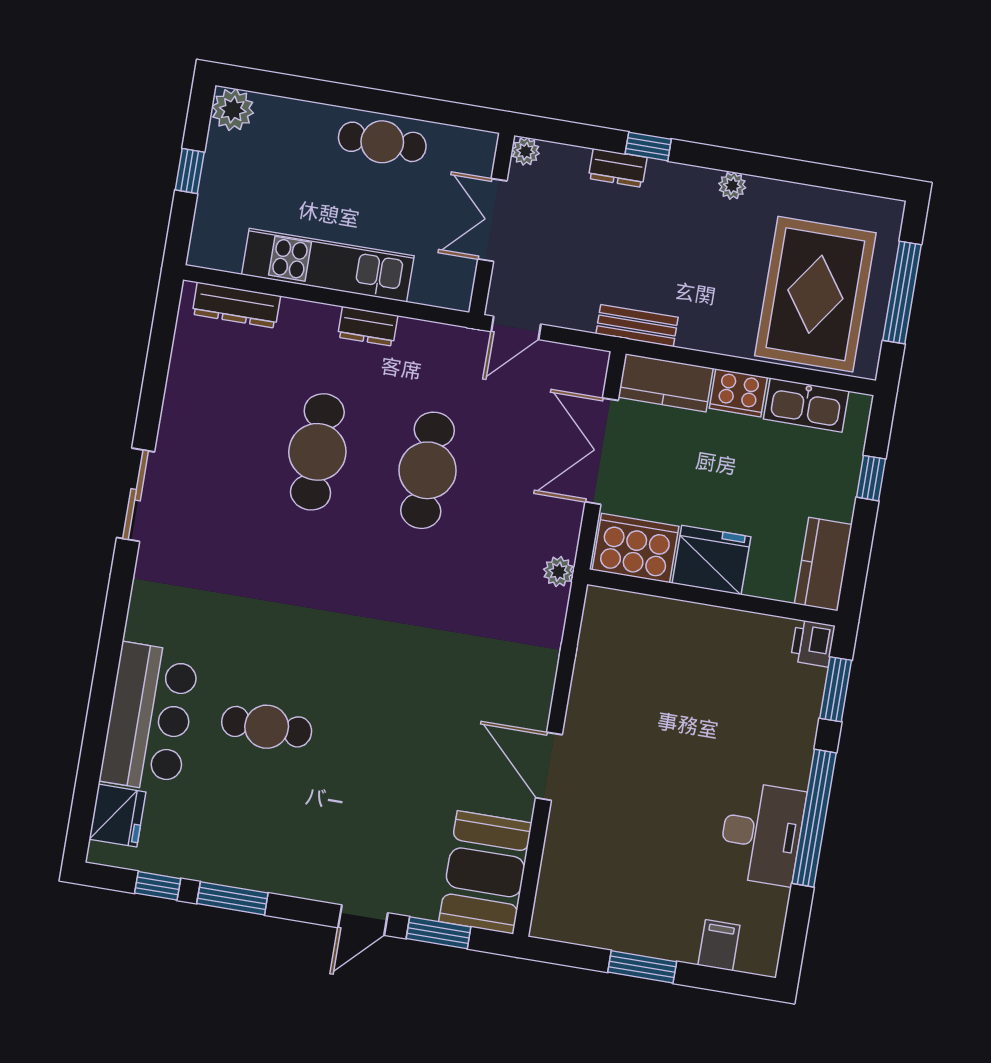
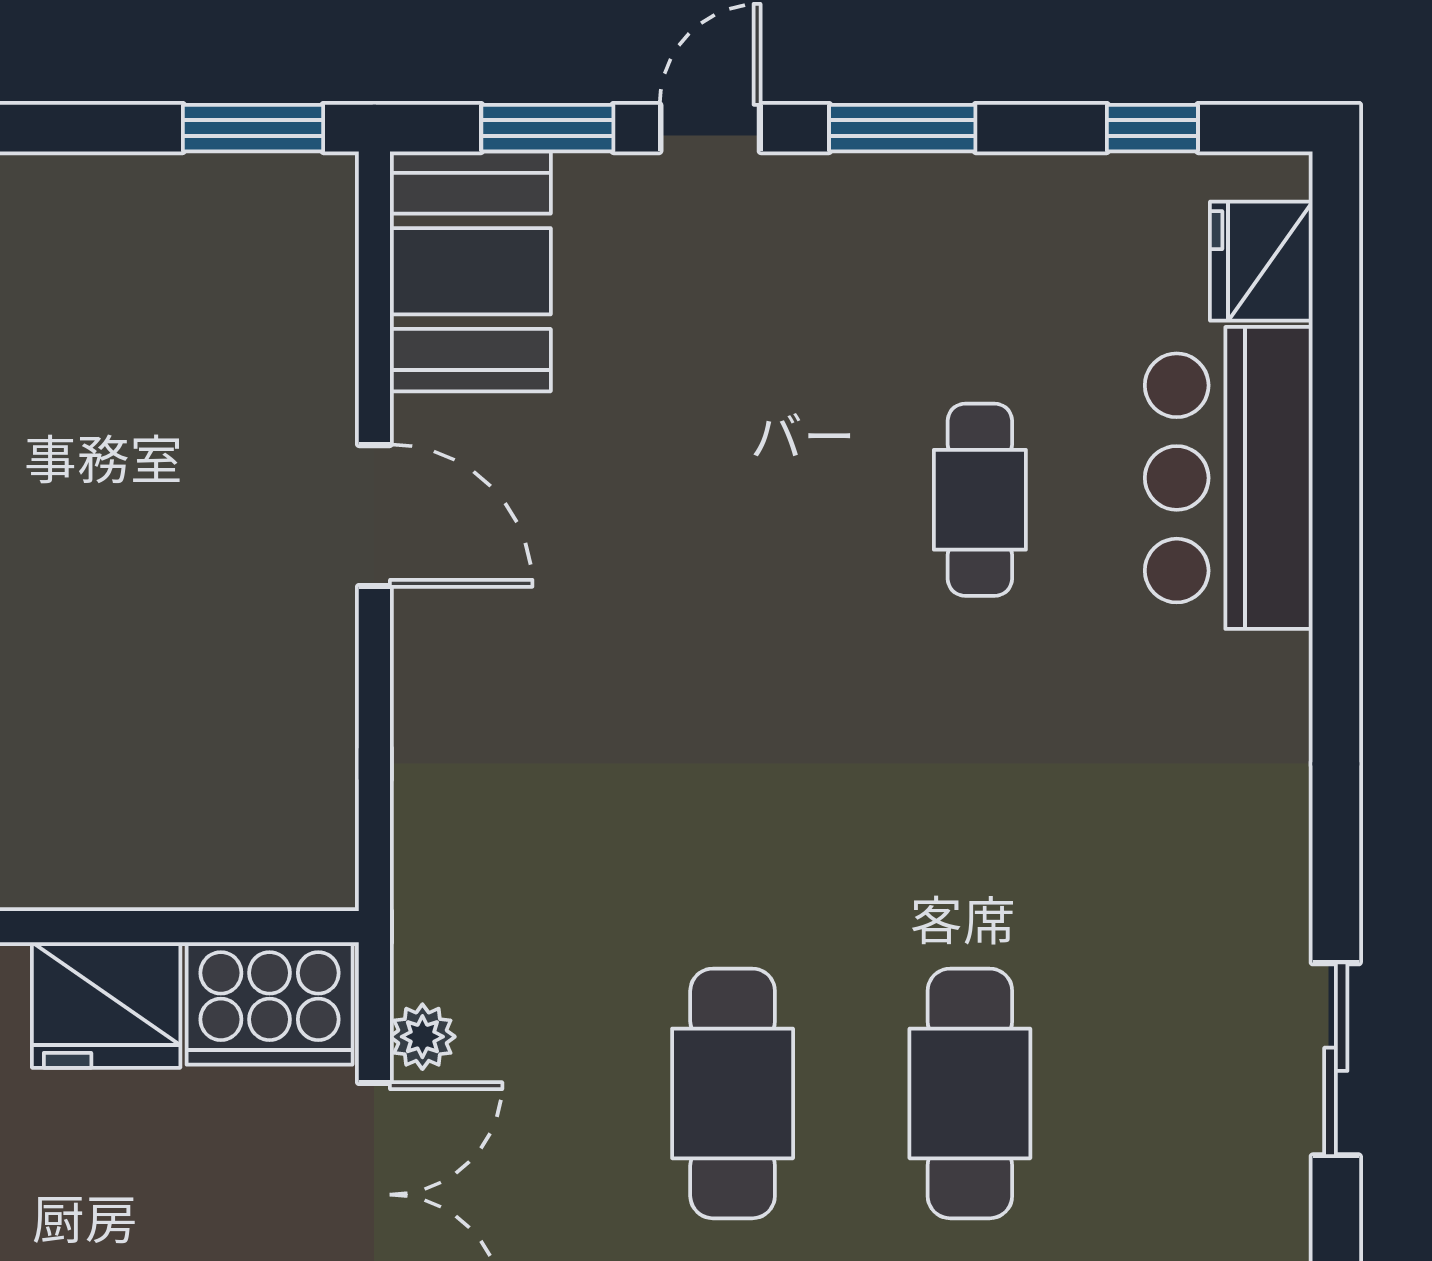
sliding door: (136, 495) -> (1336, 1059), moved
plant: (559, 572) -> (422, 1037), moved
cafe table: (267, 727) -> (980, 500), turned 90
window: (232, 898) -> (902, 128), moved
window: (642, 967) -> (253, 128), moved

